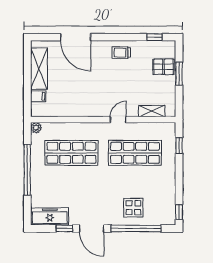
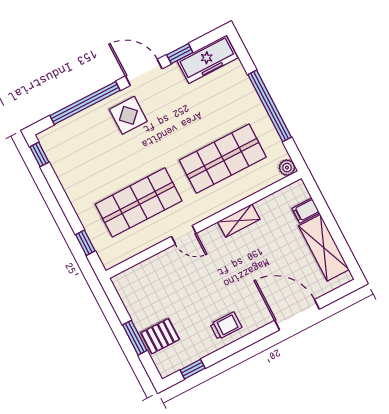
shelving: (152, 111) -> (239, 221), moved
door: (118, 120) -> (184, 235), hinge flipped
display table: (133, 208) -> (128, 115), moved

